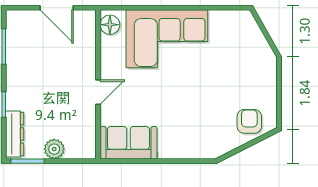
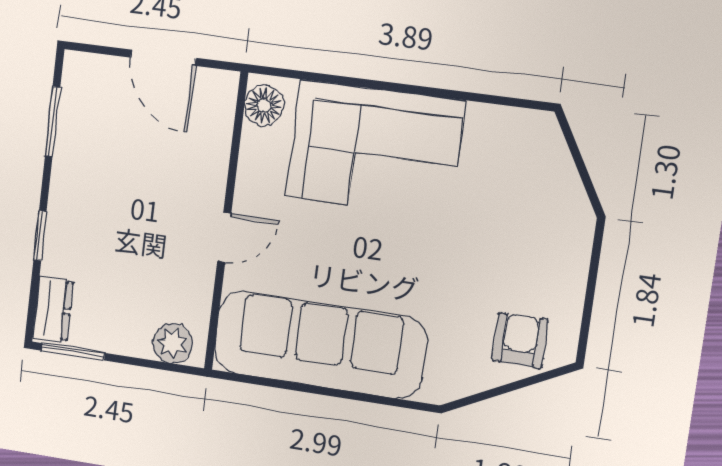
dresser: (15, 134) -> (53, 309), width x0.70
sofa: (128, 143) -> (320, 345), width x1.85, depth x1.27
plant: (54, 149) -> (173, 343), moved

